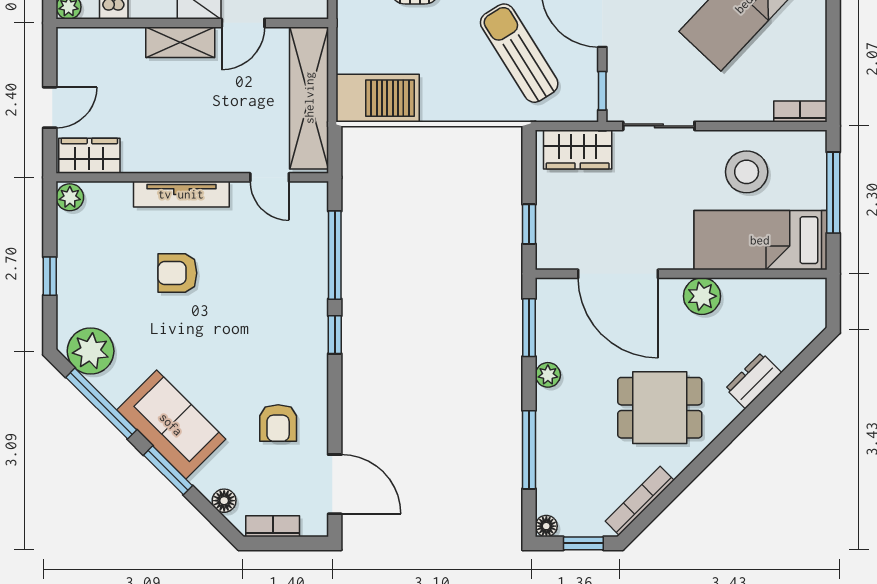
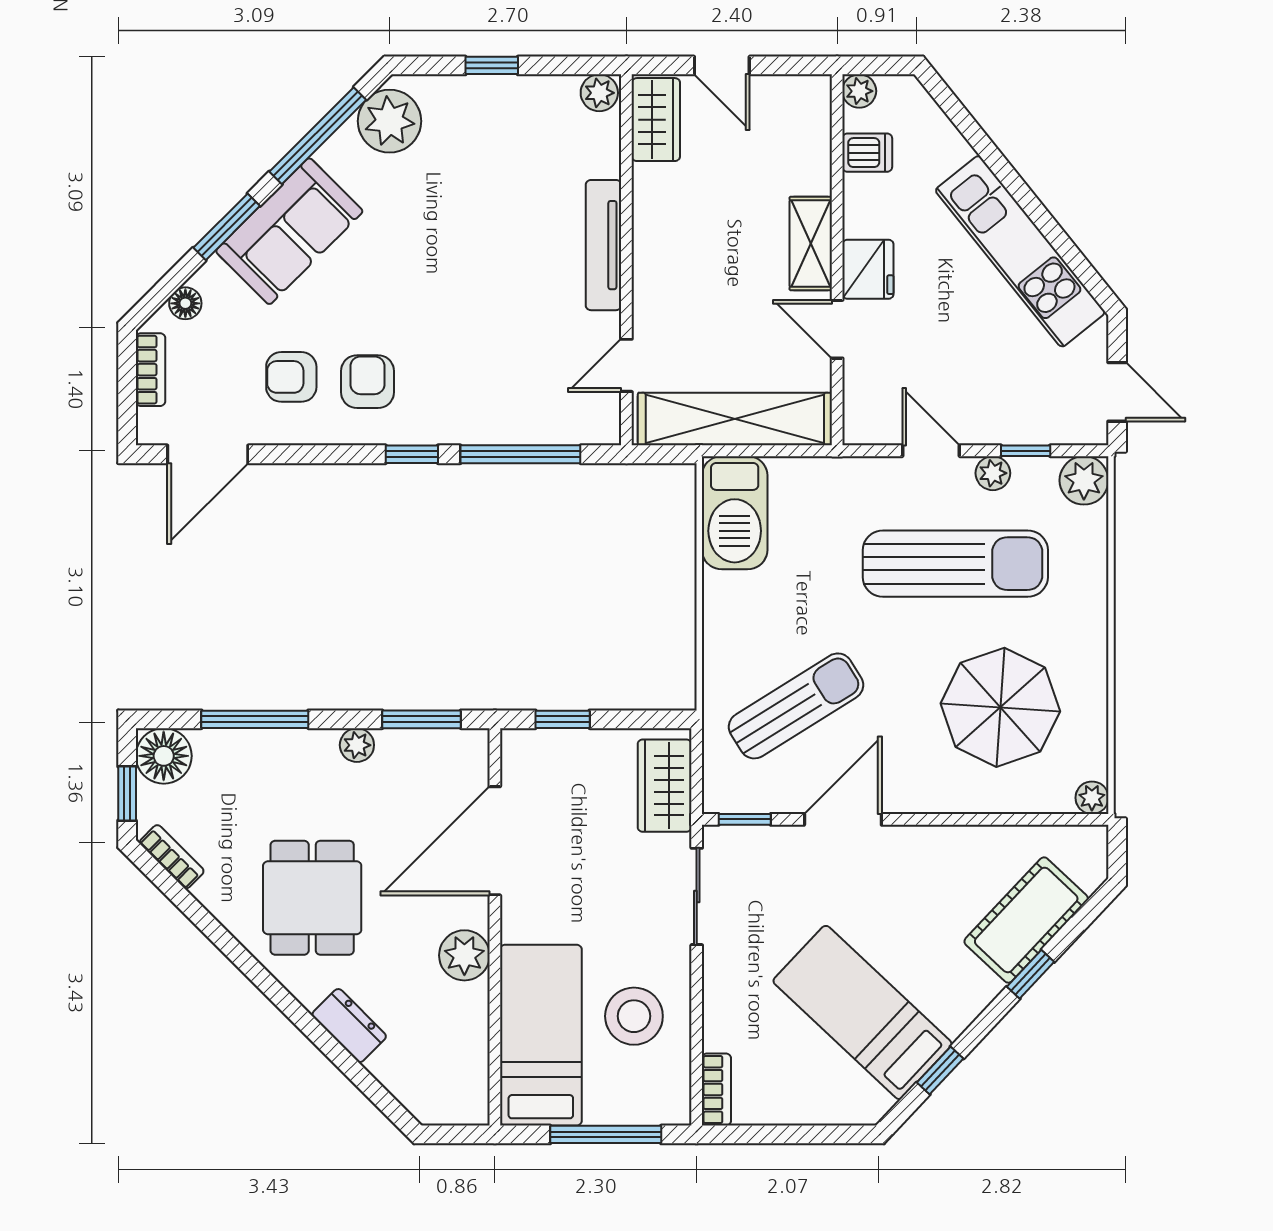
armchair: (177, 273) -> (367, 382), moved
bookcase: (640, 501) -> (172, 857), width x0.64
floor lamp: (546, 526) -> (164, 756), width x1.89, depth x1.89

